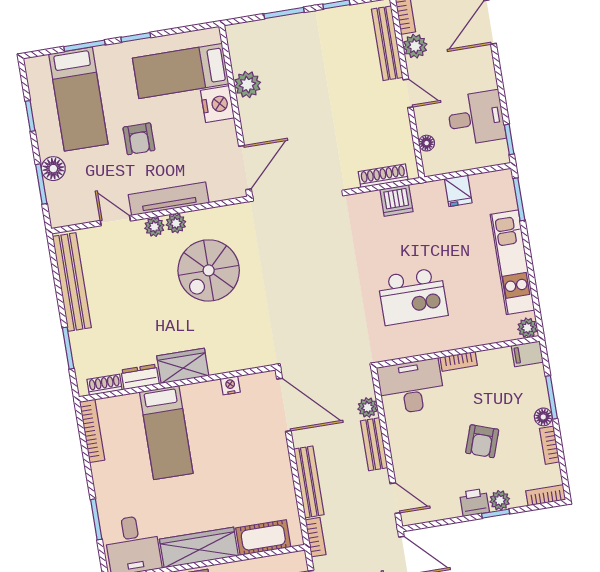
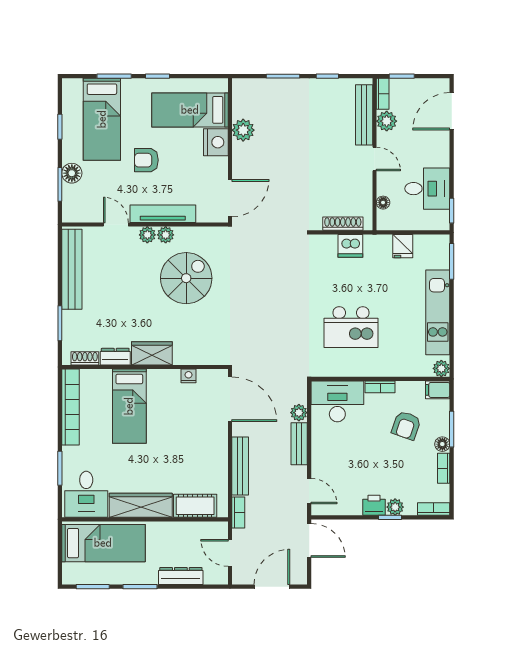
armchair: (139, 139) -> (146, 160), turned 90
spiral stairs: (209, 270) -> (186, 278), turned 180
bookcase: (92, 431) -> (70, 407), width x1.48, depth x1.31
armchair: (482, 441) -> (406, 425), moved

